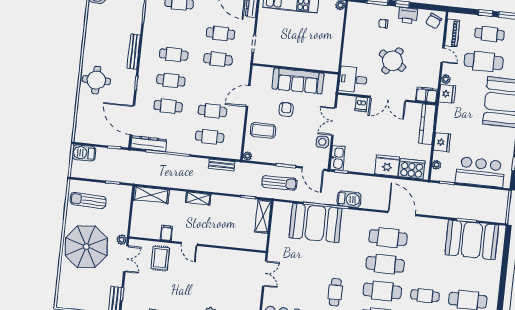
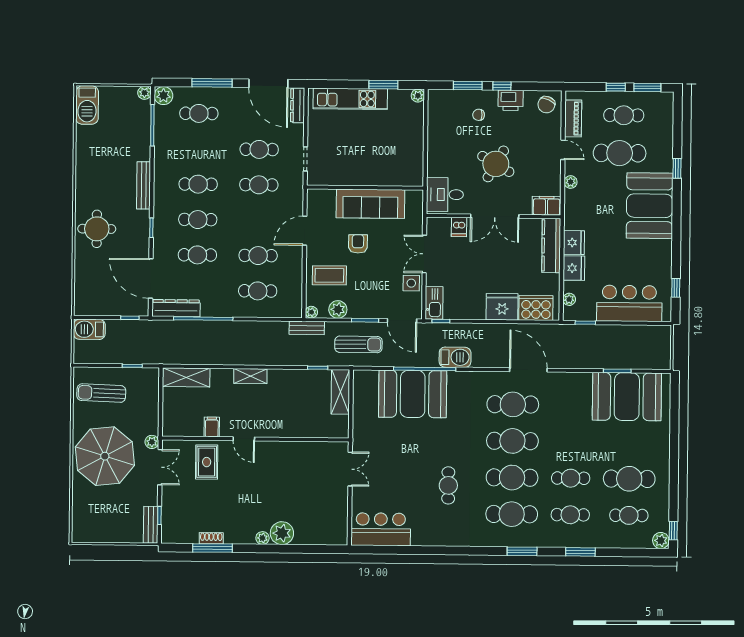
fridge: (447, 94) -> (574, 243), moved
plant: (267, 156) -> (338, 309), added
bench: (222, 165) -> (307, 328), moved

